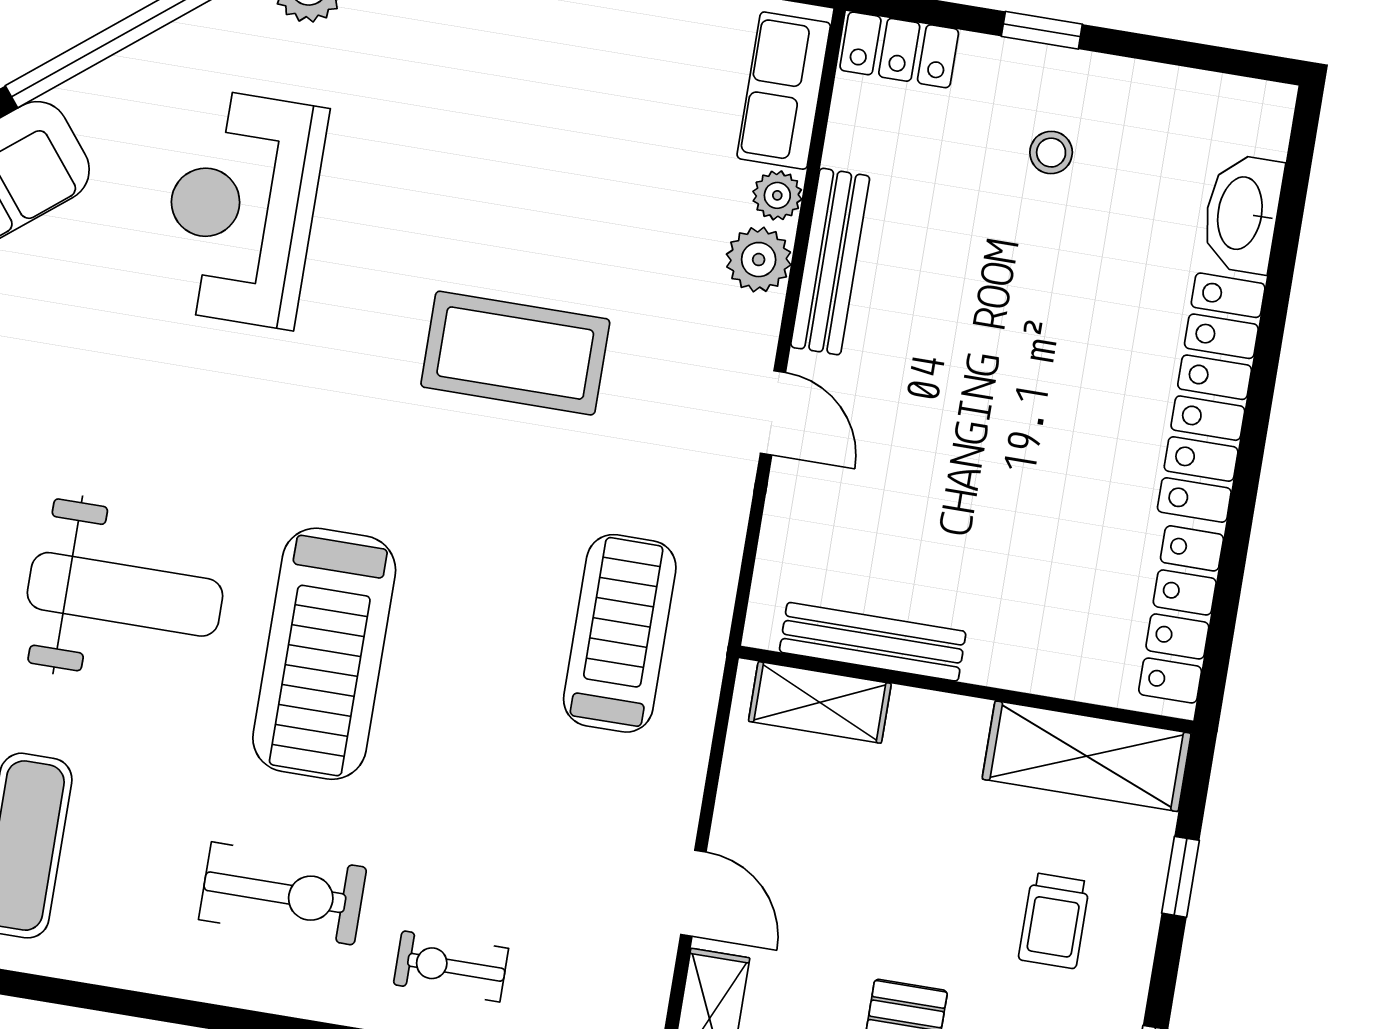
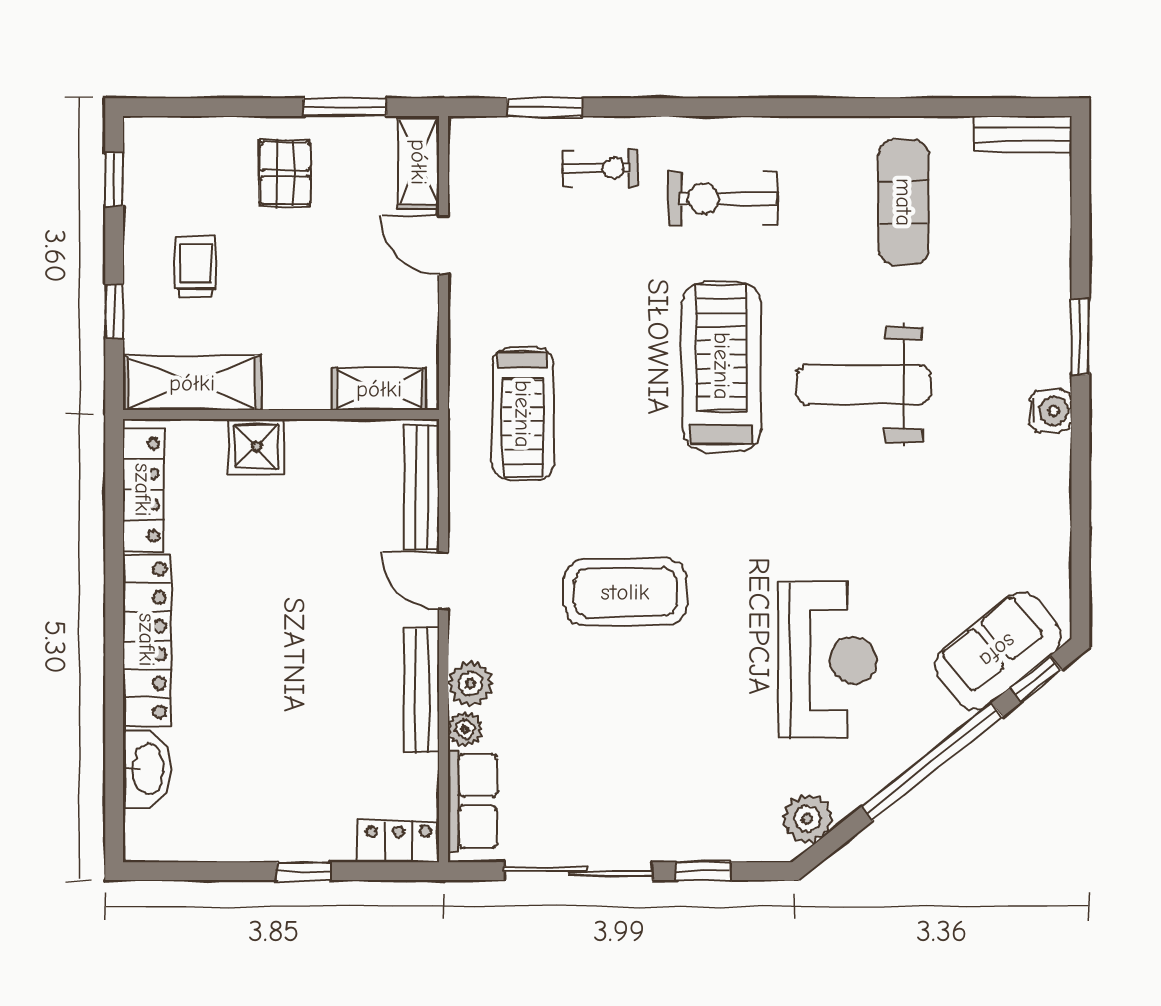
stool: (1051, 153) -> (284, 789), removed
bench: (873, 642) -> (422, 487), moved, turned 90
shower: (1009, 649) -> (256, 446), added

